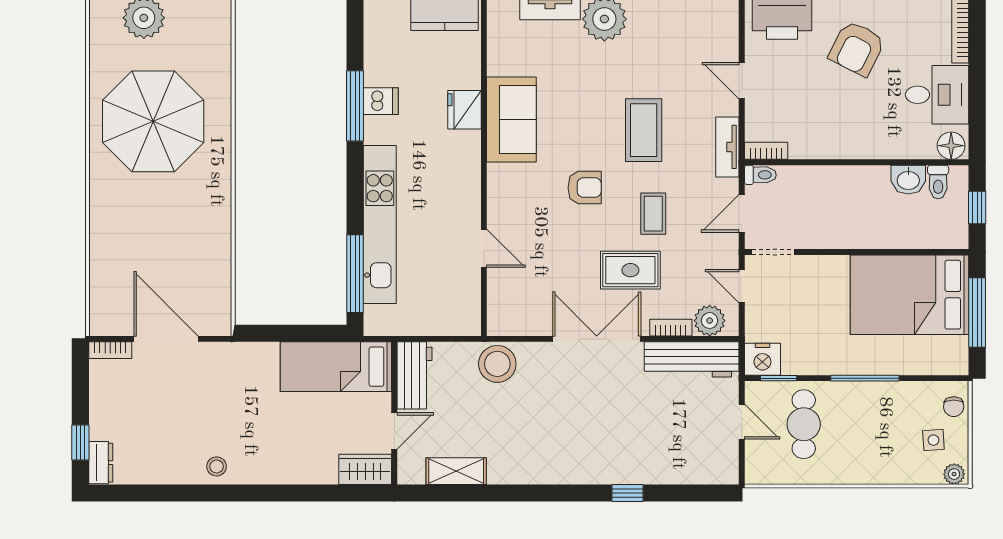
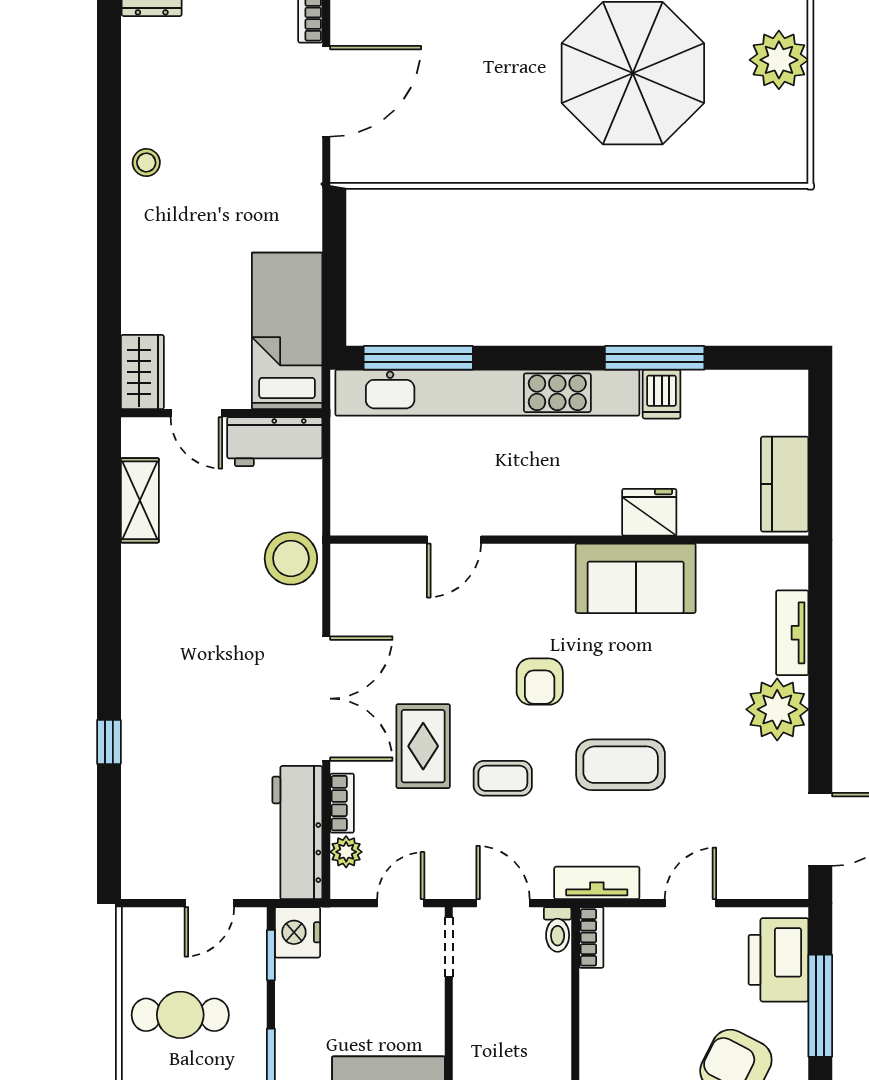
kitchen unit: (380, 225) -> (487, 393), width x1.36
plant: (710, 321) -> (346, 852), width x0.73, depth x0.73
cafe table: (804, 424) -> (180, 1015), moved

